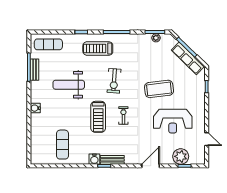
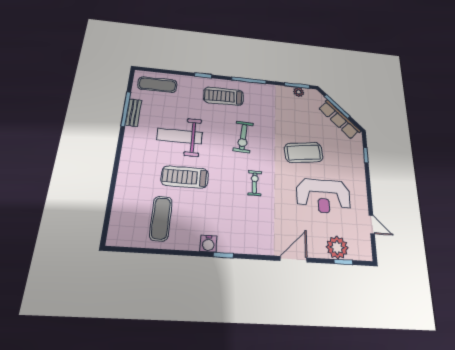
water cooler: (35, 108) -> (126, 163), removed
treadmill: (98, 117) -> (185, 177), moved, turned 90
bench: (112, 160) -> (236, 246), removed

